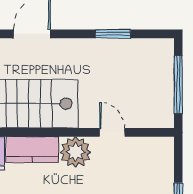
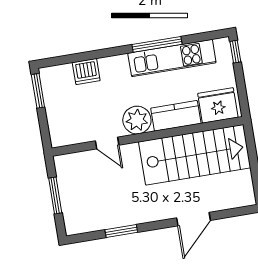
window: (178, 85) -> (55, 195), width x0.69

